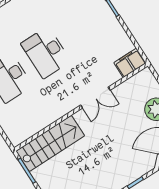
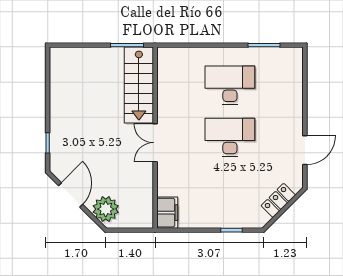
double door: (95, 98) -> (155, 143), moved

